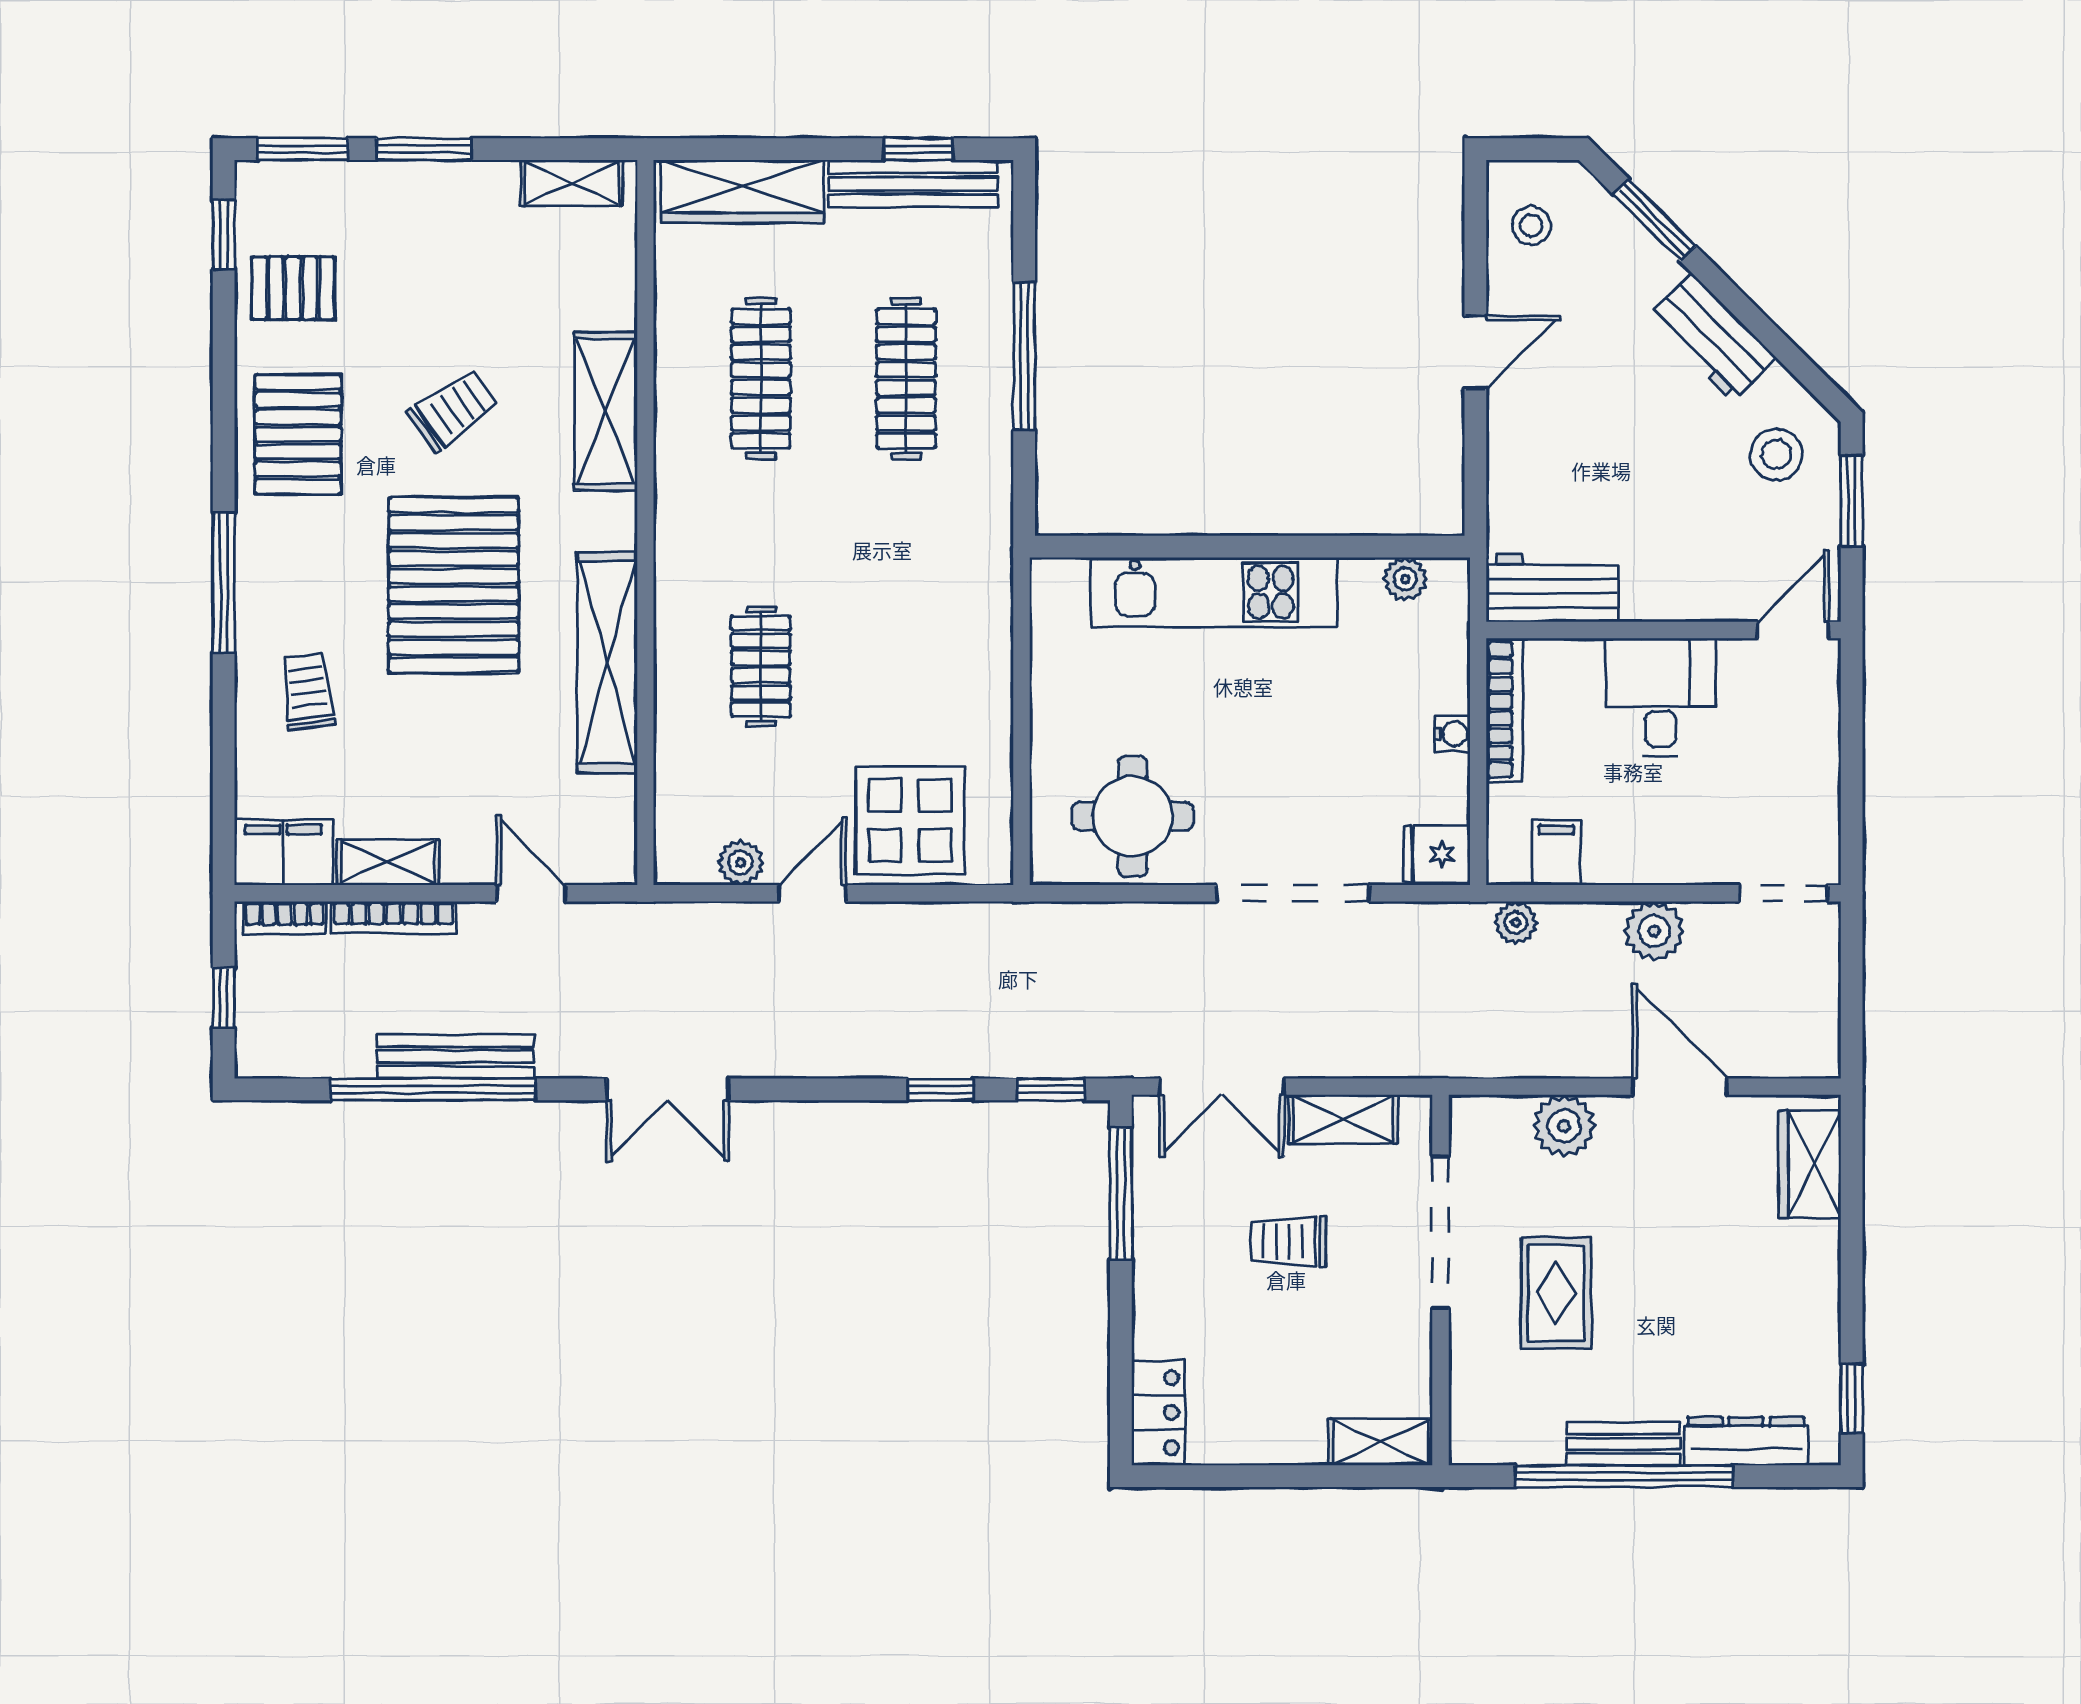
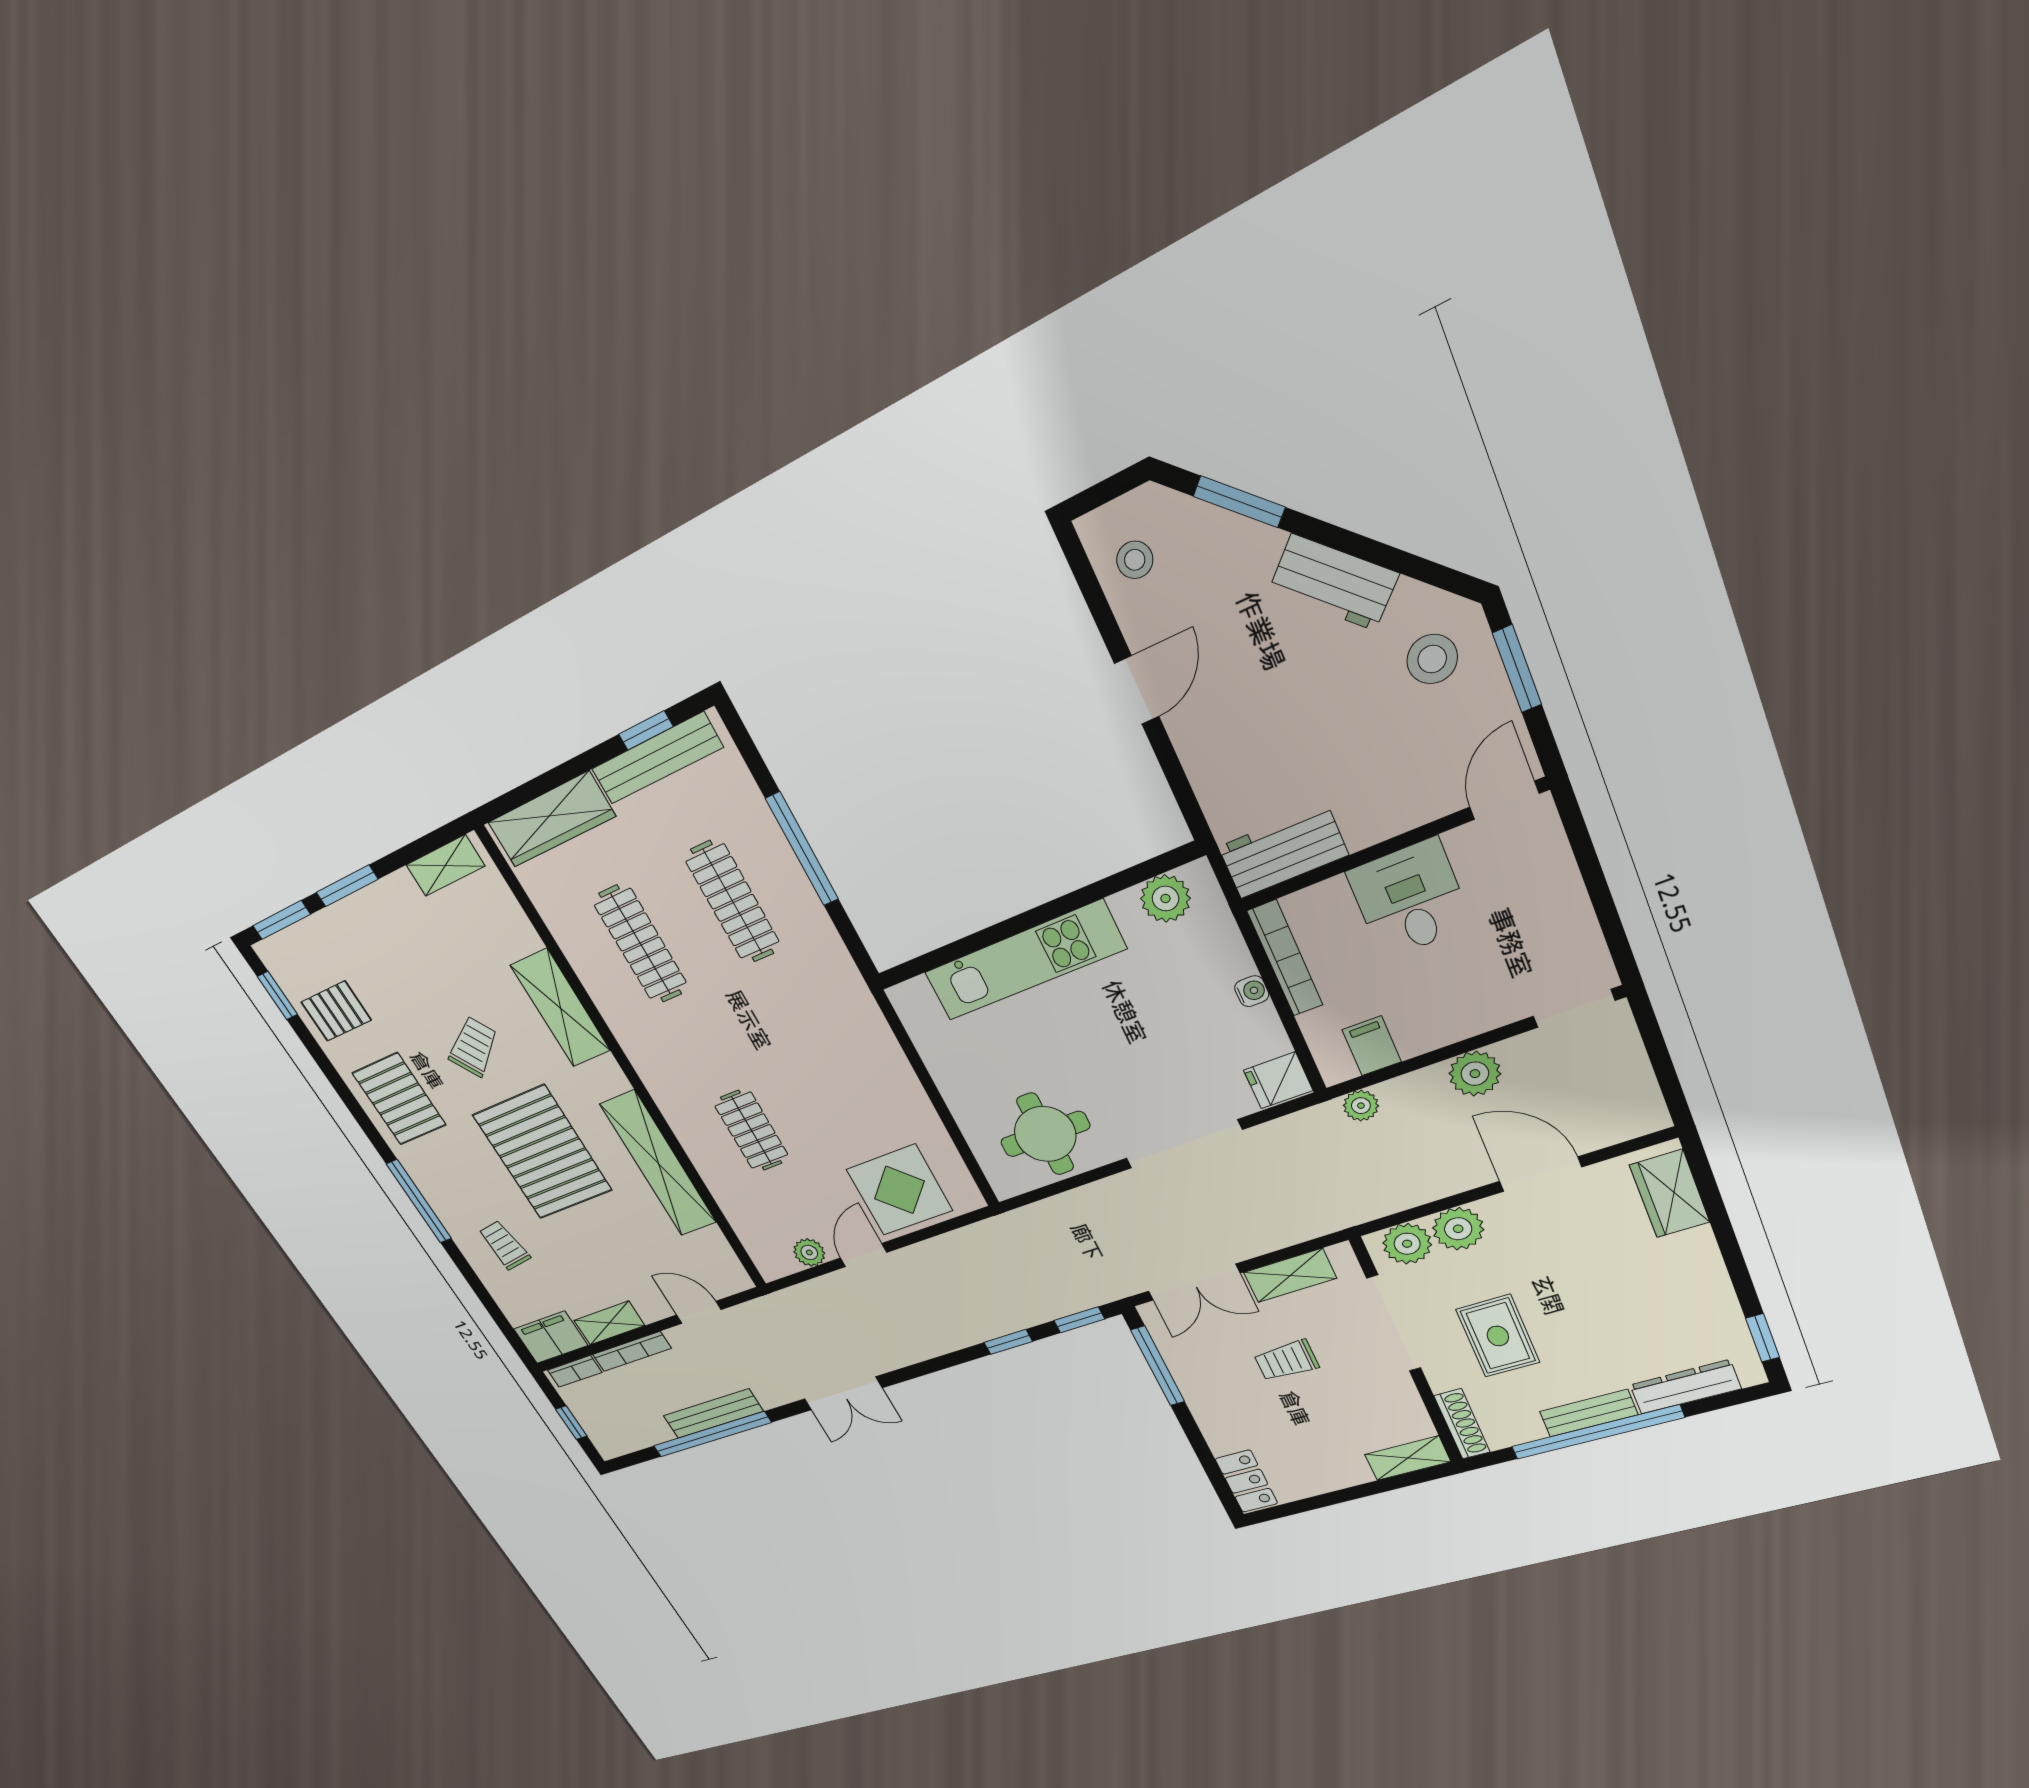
plant: (1405, 579) -> (1165, 898), width x1.38, depth x1.38
plant: (1498, 1125) -> (1407, 1244), added
shoe rack: (1467, 1411) -> (1462, 1424), added

